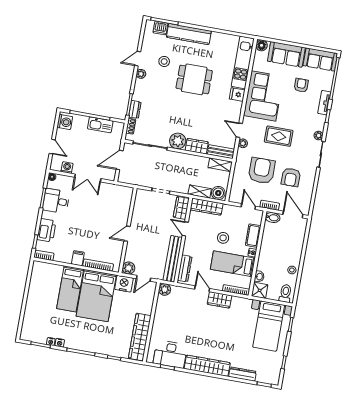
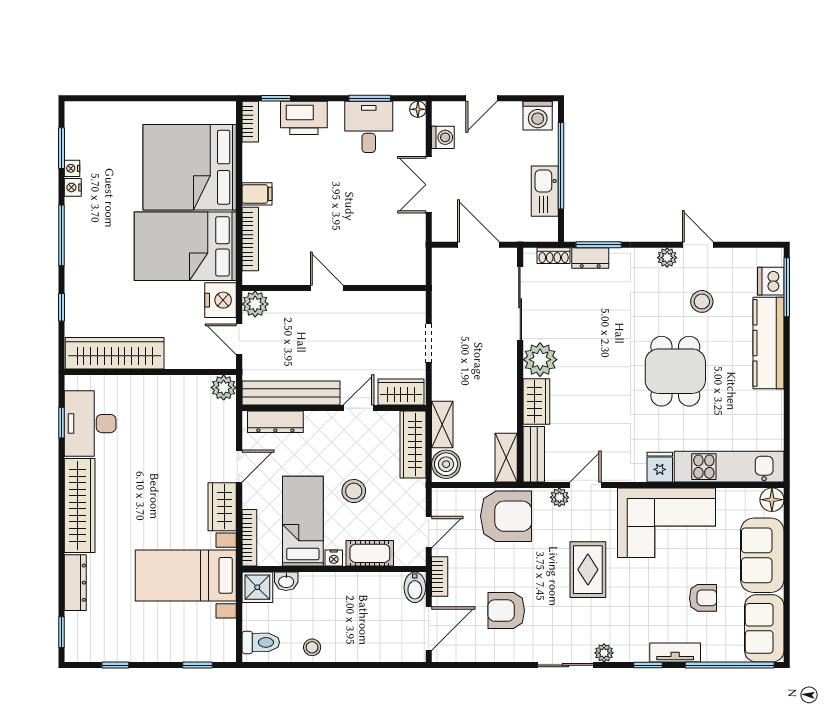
armchair: (262, 171) -> (506, 516), moved
bed: (70, 289) -> (190, 167), width x2.04
bed with nightstands: (269, 326) -> (186, 575), moved

